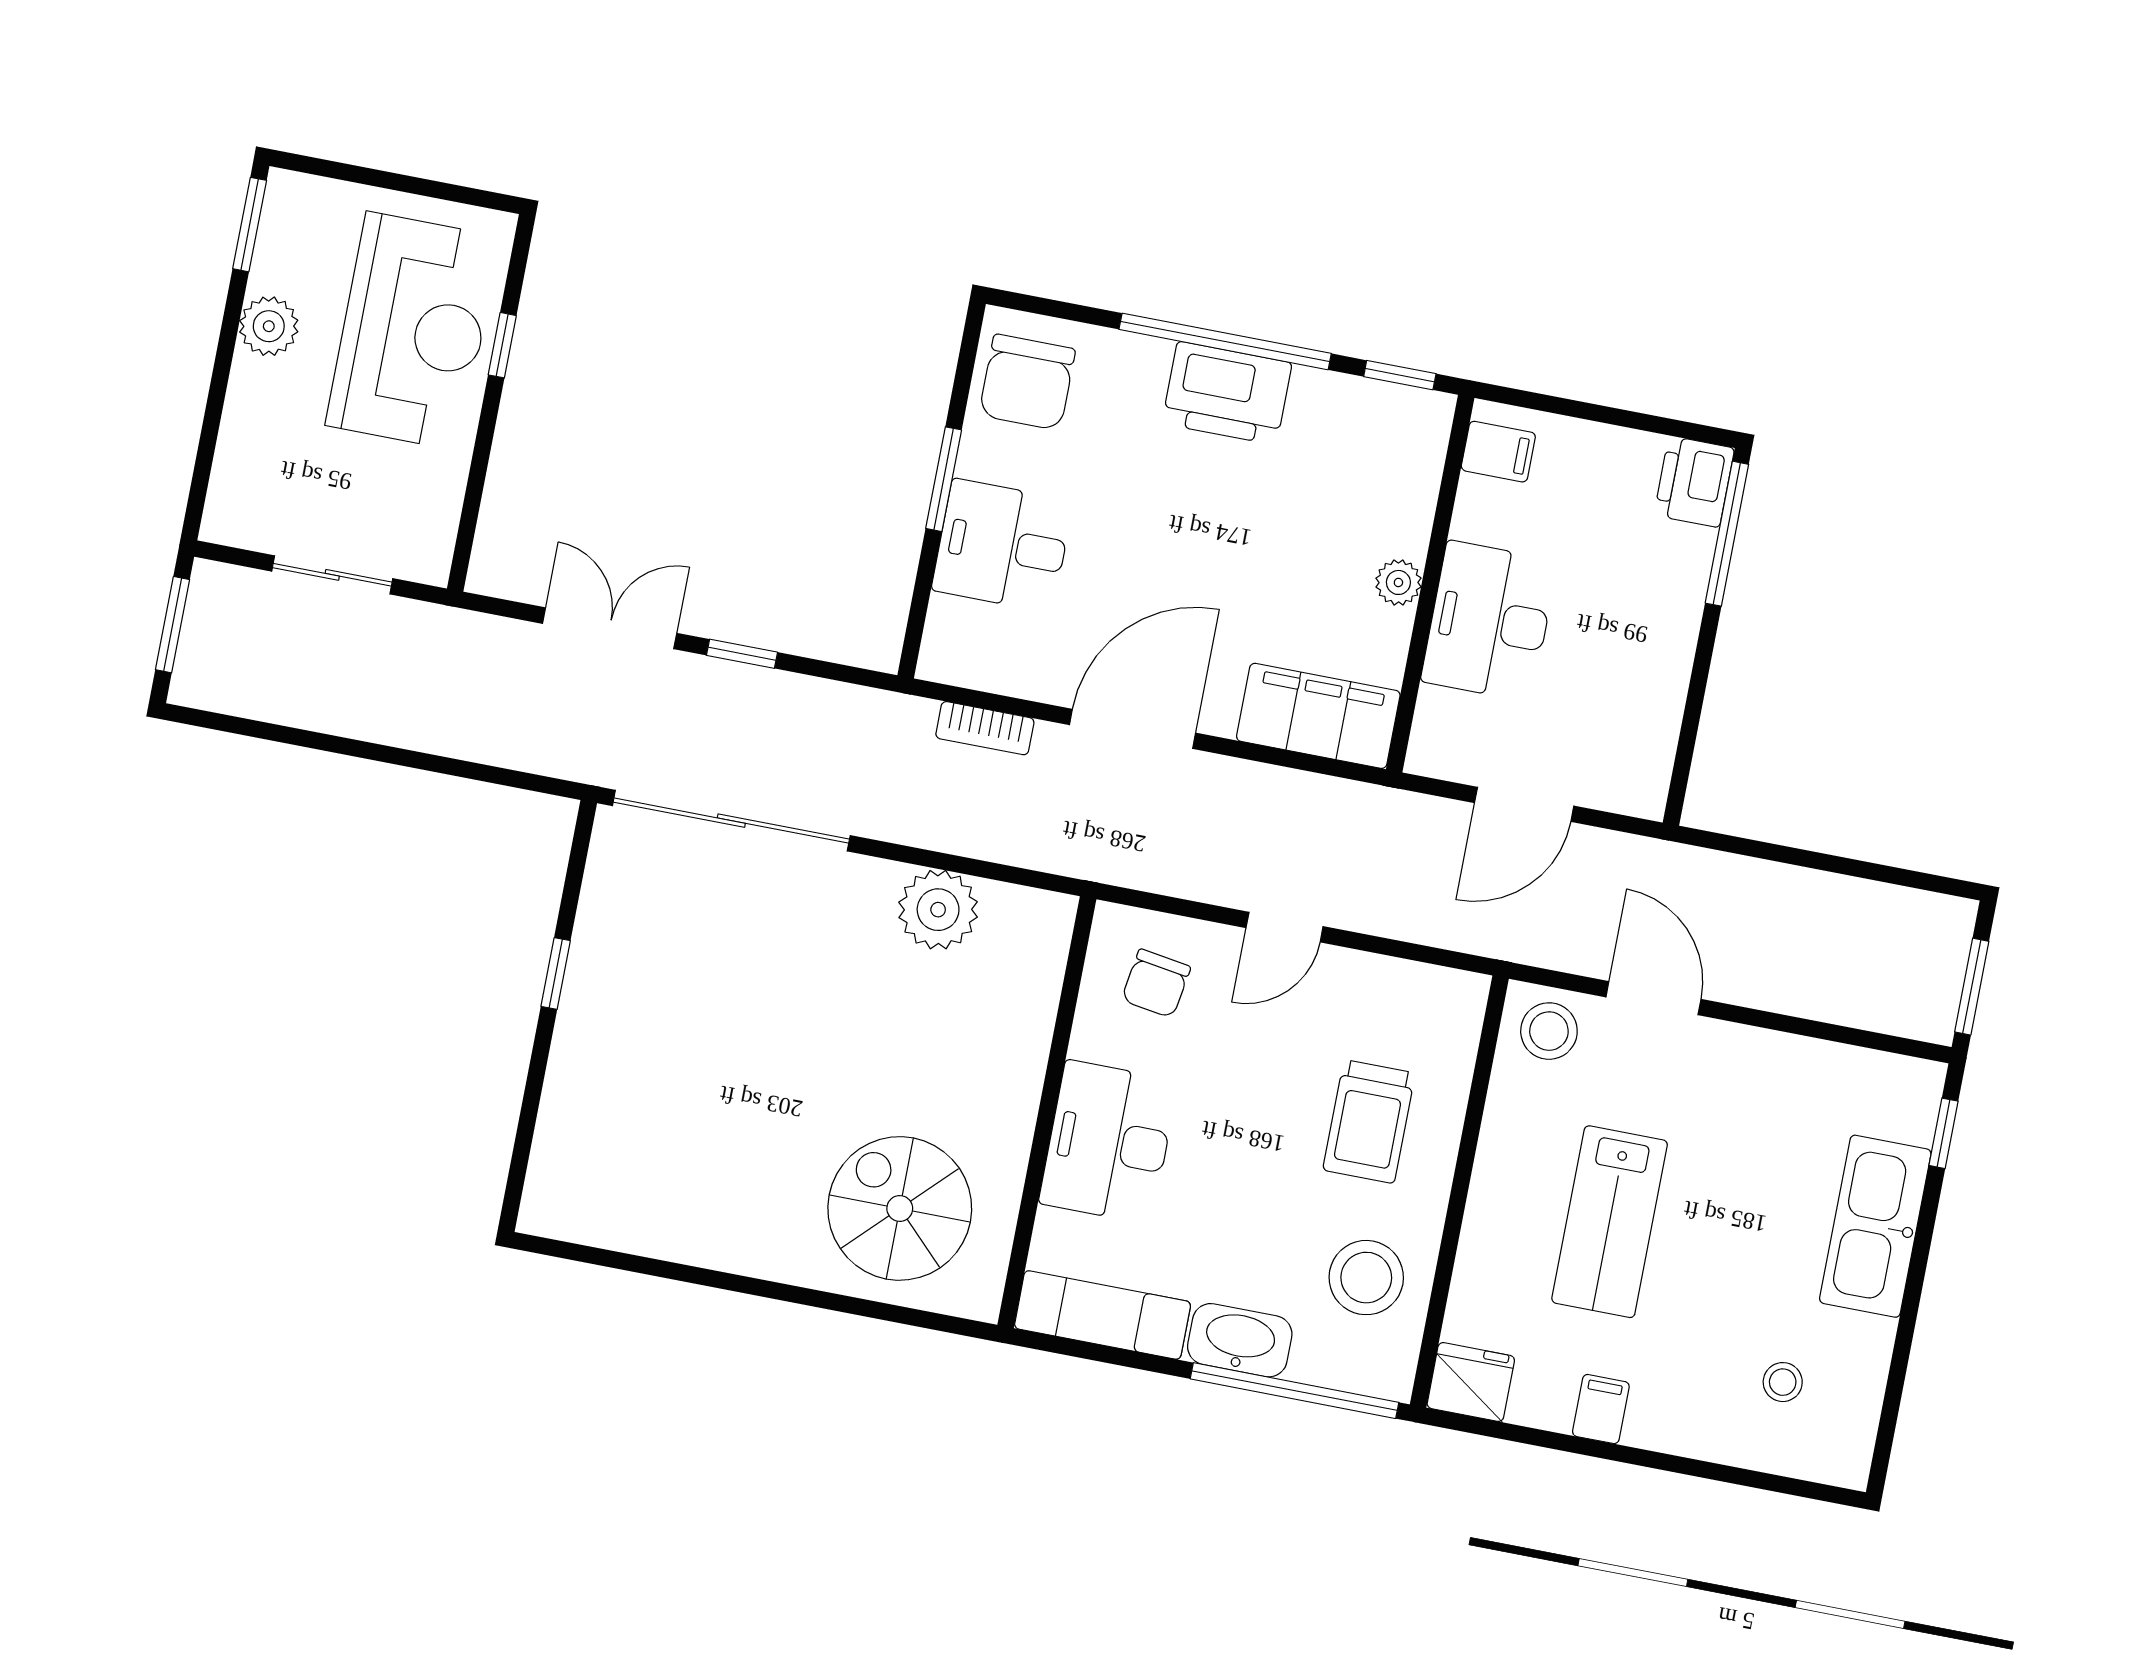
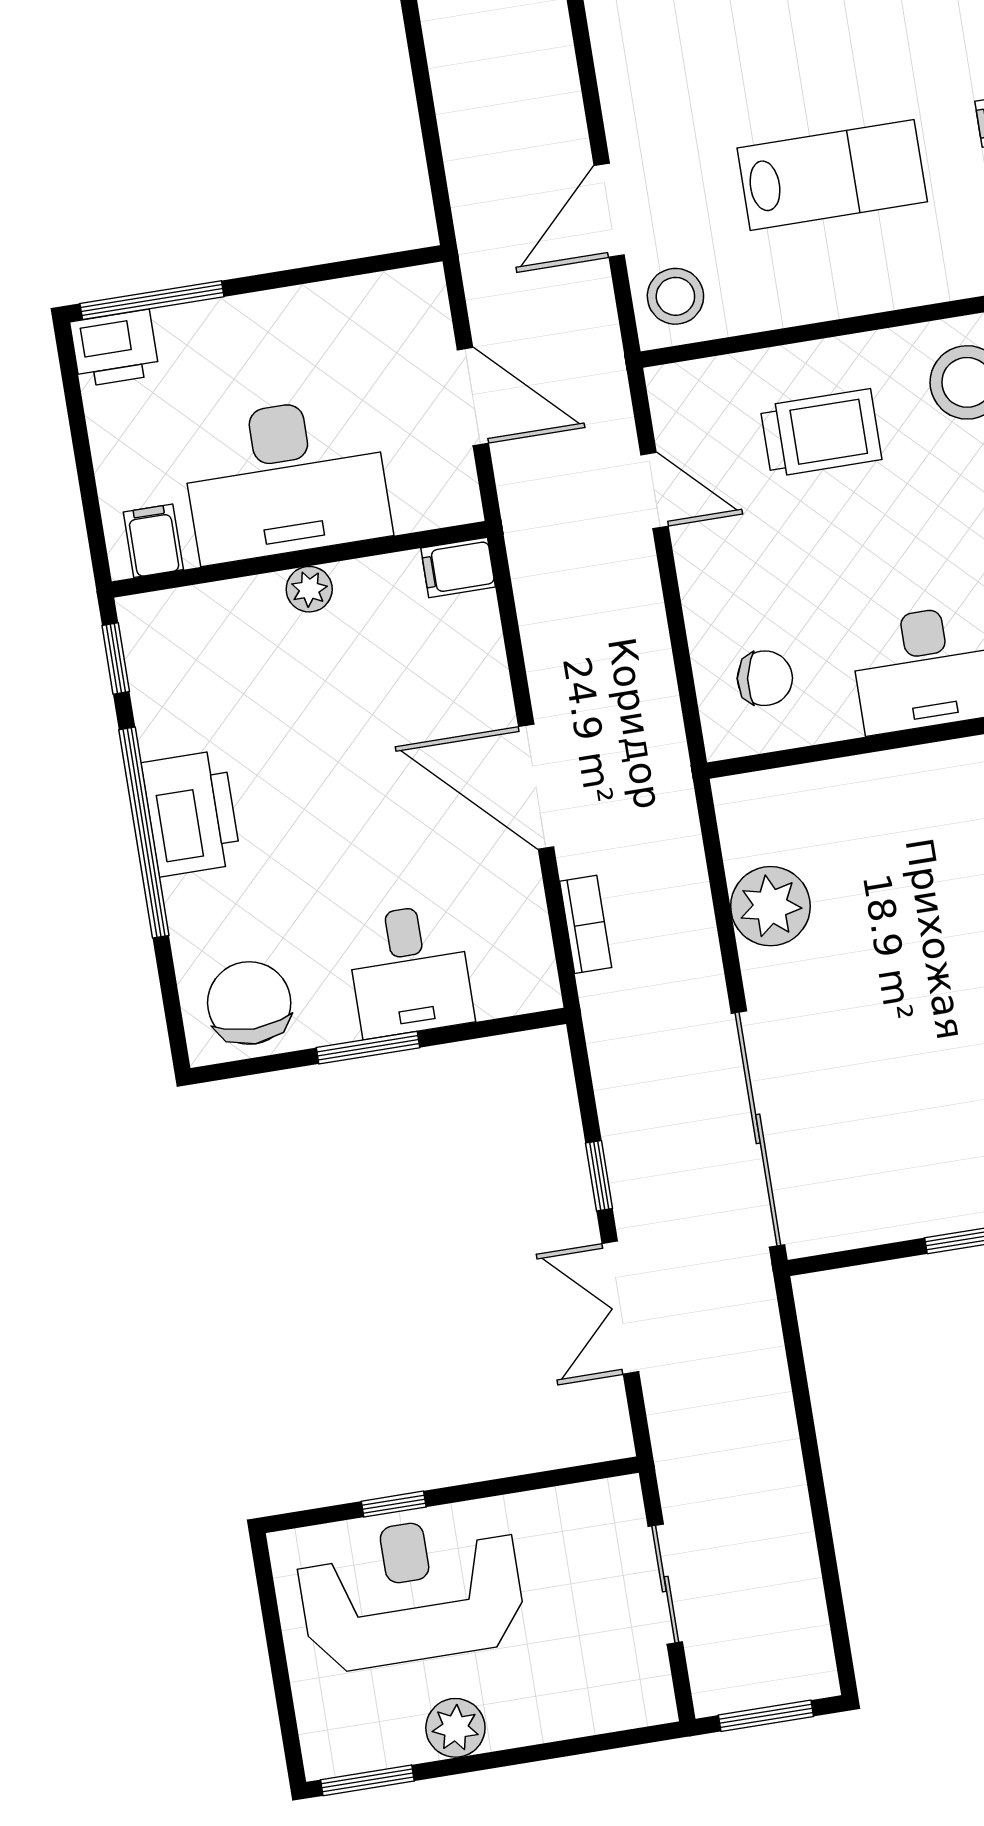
chair: (1027, 382) -> (249, 1003), turned -90
desk: (1489, 621) -> (286, 479), width x1.36, depth x1.30
filing cabinet: (1318, 716) -> (458, 567), width x0.33, depth x0.86
door: (1285, 927) -> (655, 490), moved

